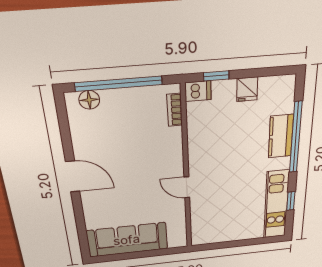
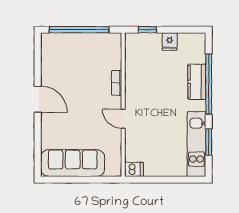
dishwasher: (198, 91) -> (134, 169), moved
floor lamp: (89, 100) -> (58, 40), removed
bookcase: (175, 110) -> (117, 83), moved
window: (291, 201) -> (209, 142), width x1.50

